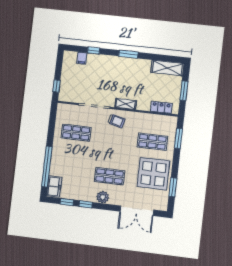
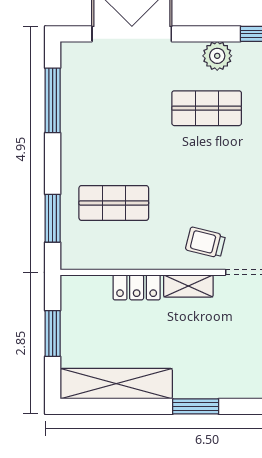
shelving: (167, 68) -> (116, 384), width x1.47
locker: (161, 107) -> (137, 287), moved
display table: (153, 174) -> (103, 127), removed
window: (173, 187) -> (53, 100), width x1.44

